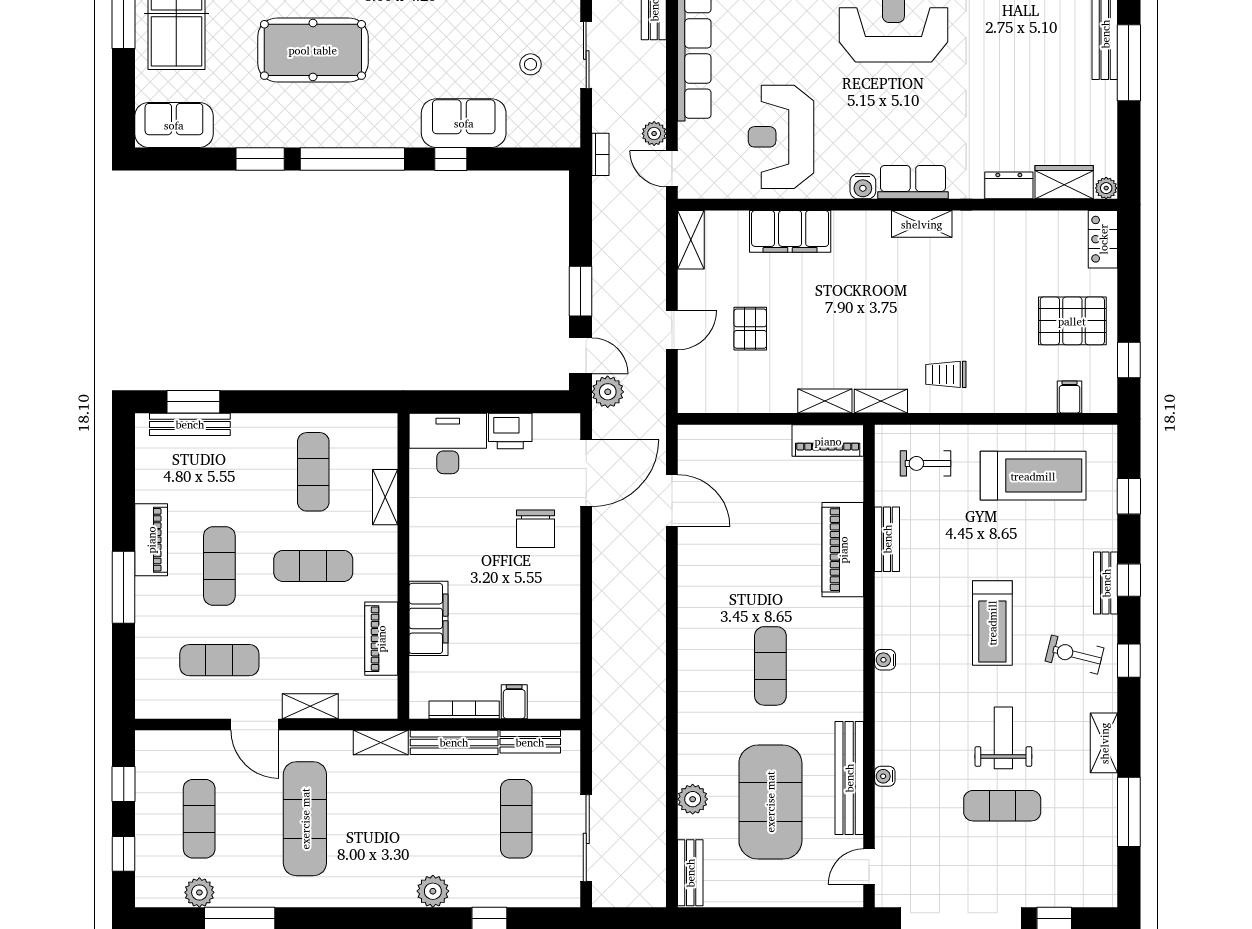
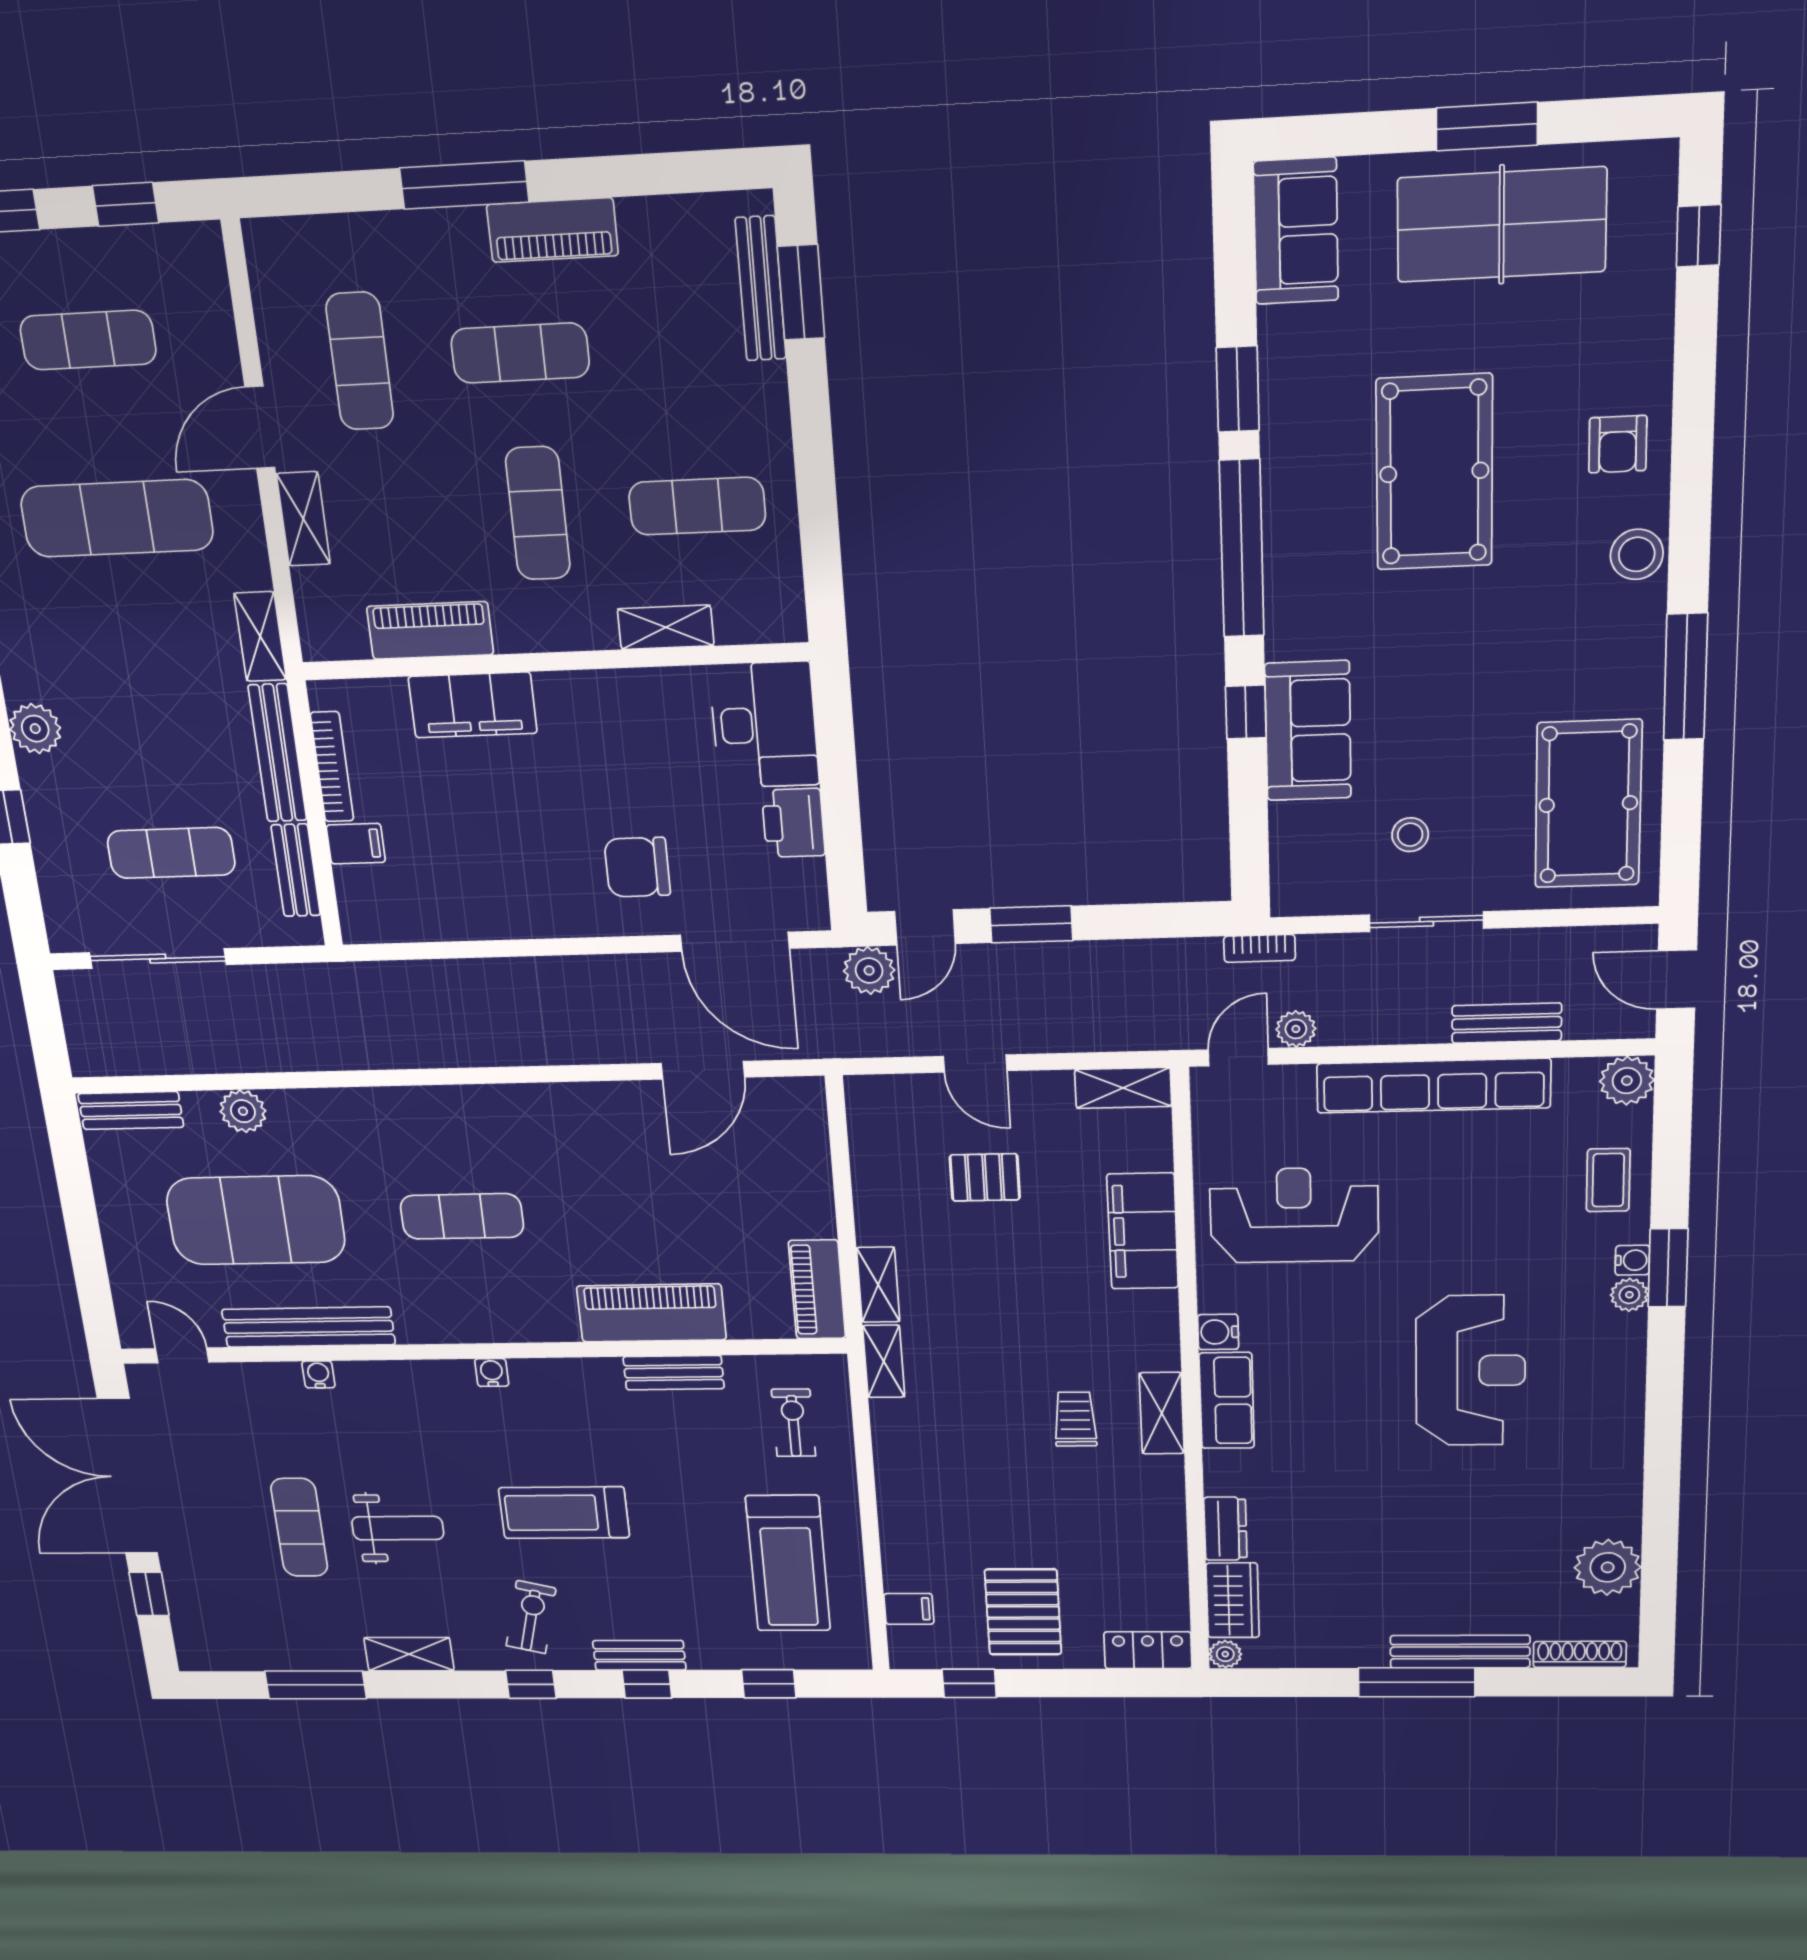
trolley: (946, 374) -> (1075, 1419), moved

